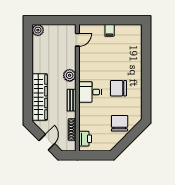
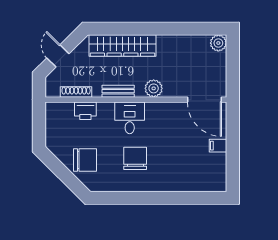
door: (77, 40) -> (204, 100), width x1.87
printer: (85, 139) -> (85, 111), moved
door: (47, 142) -> (58, 56), swing flipped

